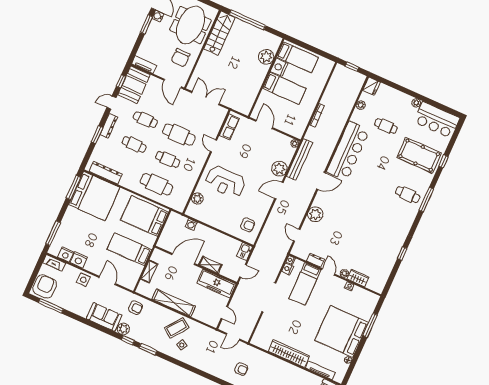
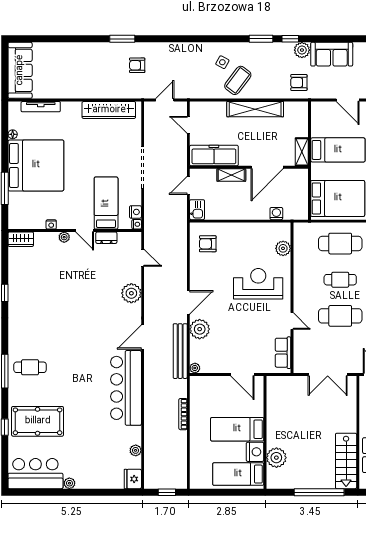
cafe table: (386, 126) -> (94, 439), removed
shelving: (149, 272) -> (302, 152), moved
wardrobe: (358, 278) -> (21, 239), moved
wardrobe: (289, 354) -> (109, 110), moved

